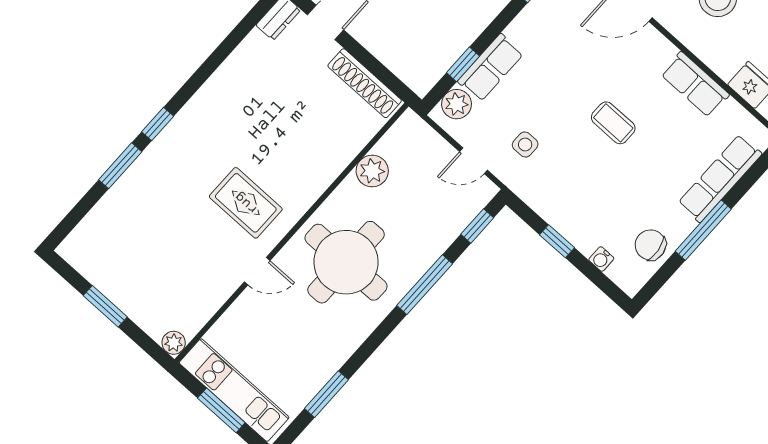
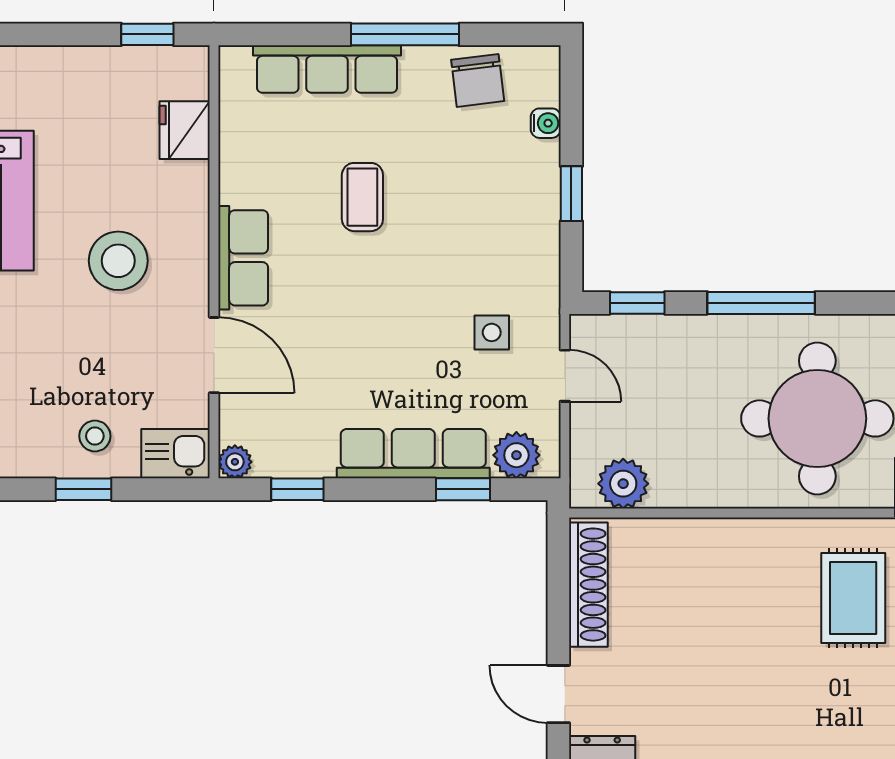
row of seats: (491, 68) -> (413, 454), width x1.48
row of seats: (695, 84) -> (243, 258), moved
coffee table: (613, 123) -> (362, 197), moved
plant: (372, 171) -> (623, 484), moved

